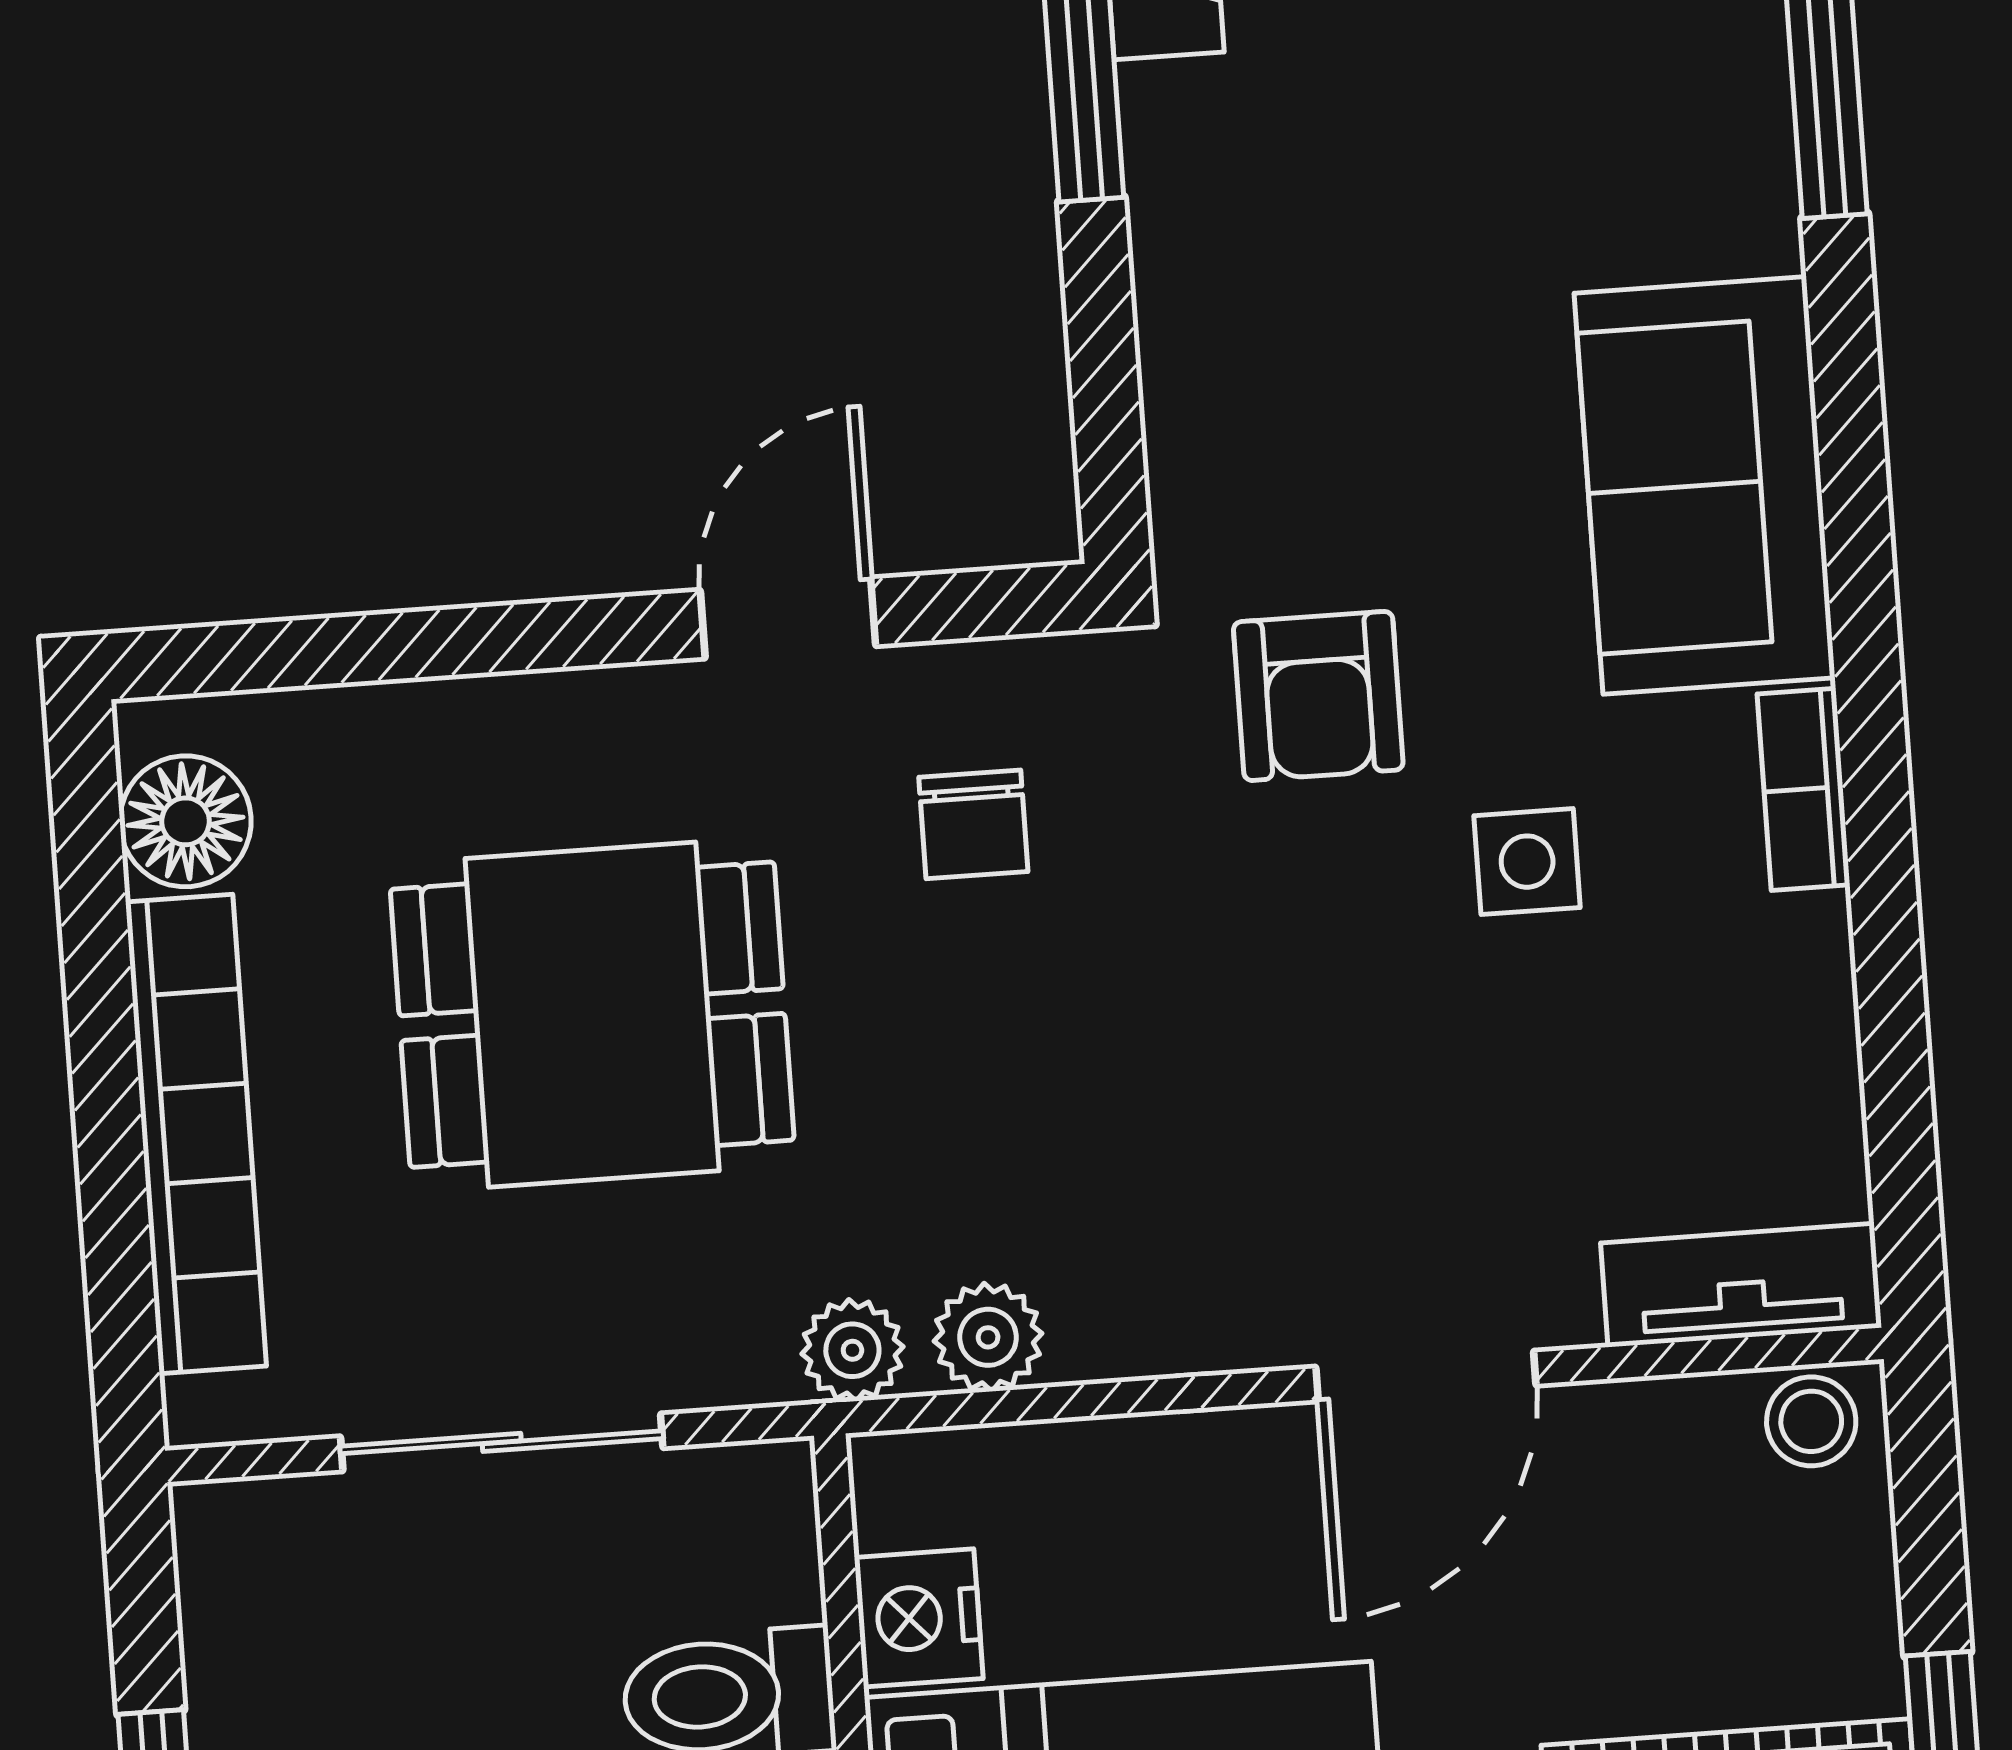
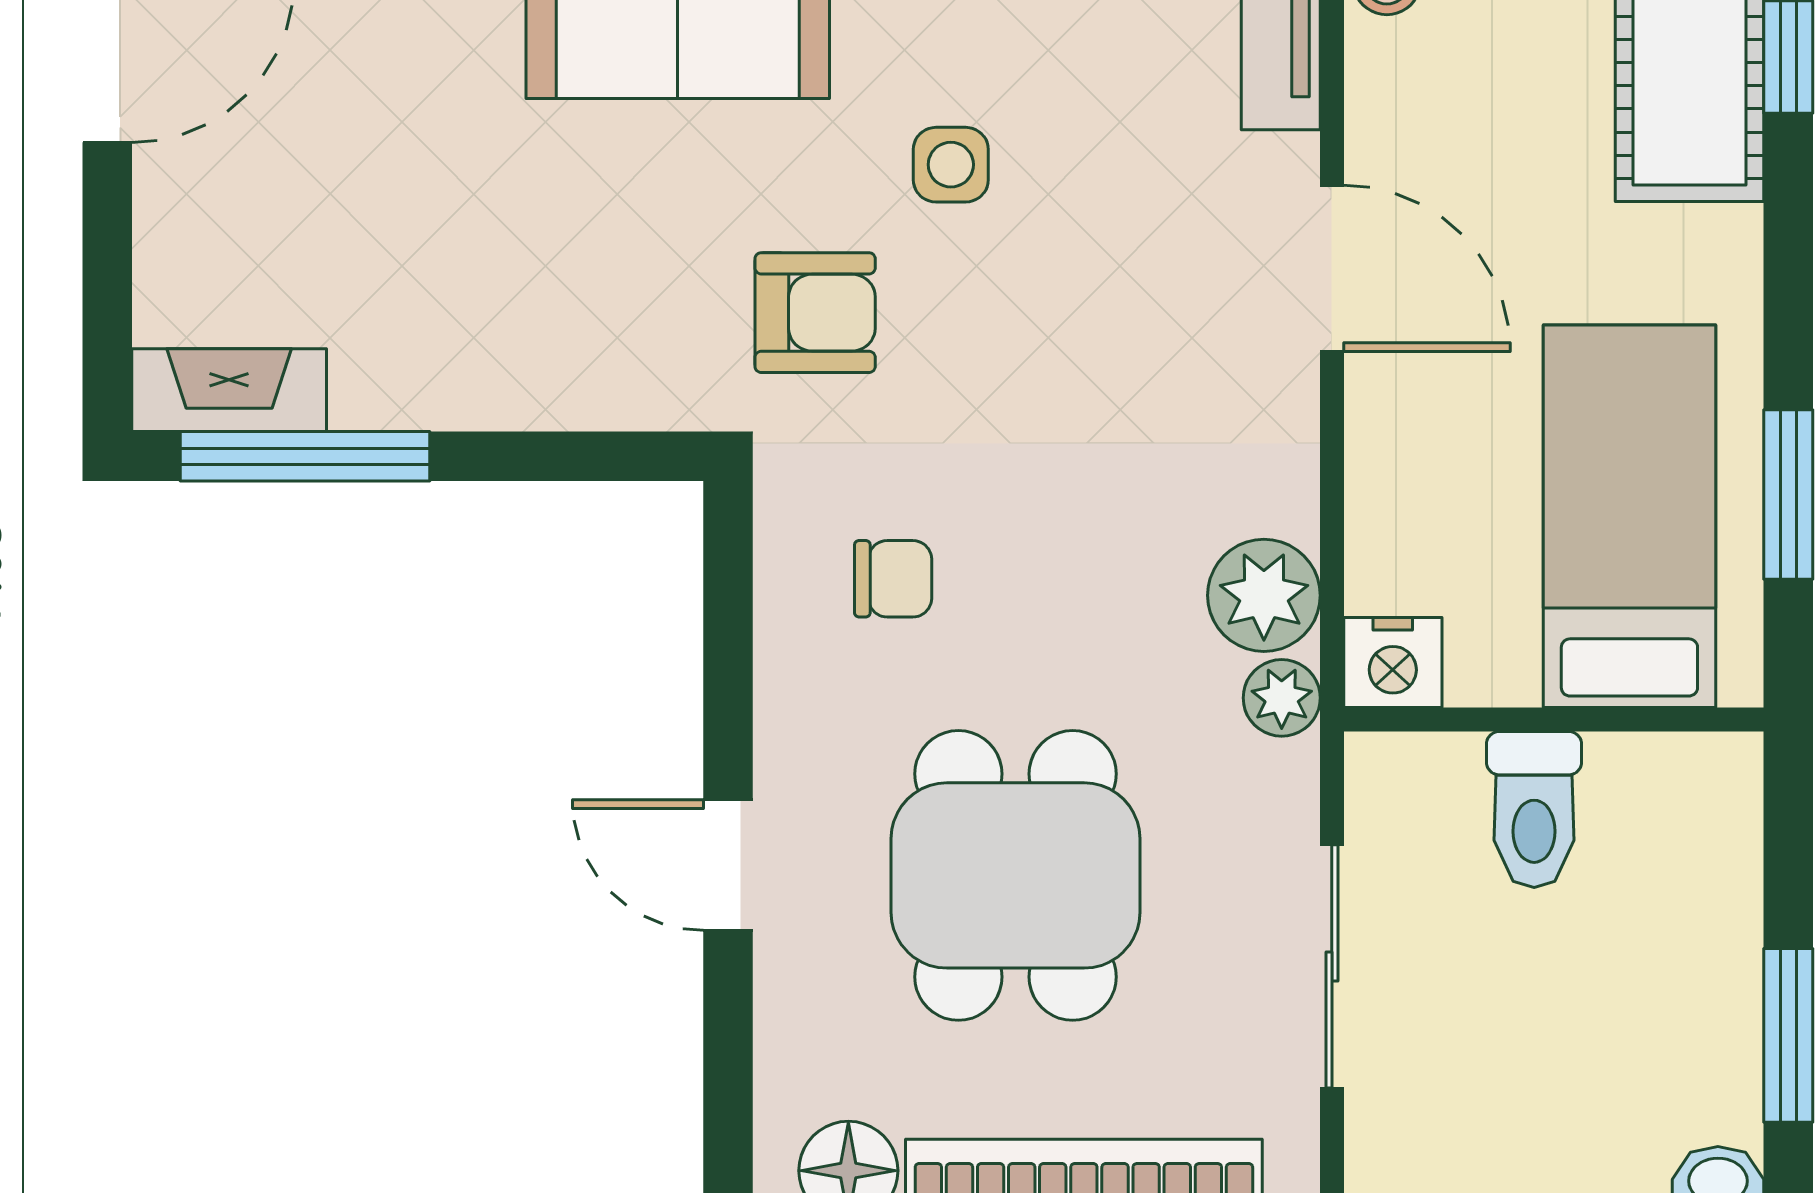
door: (788, 618) -> (728, 865), moved
plant: (988, 1337) -> (1264, 595), width x1.38, depth x1.38
nightstand: (919, 1618) -> (1393, 663), moved

